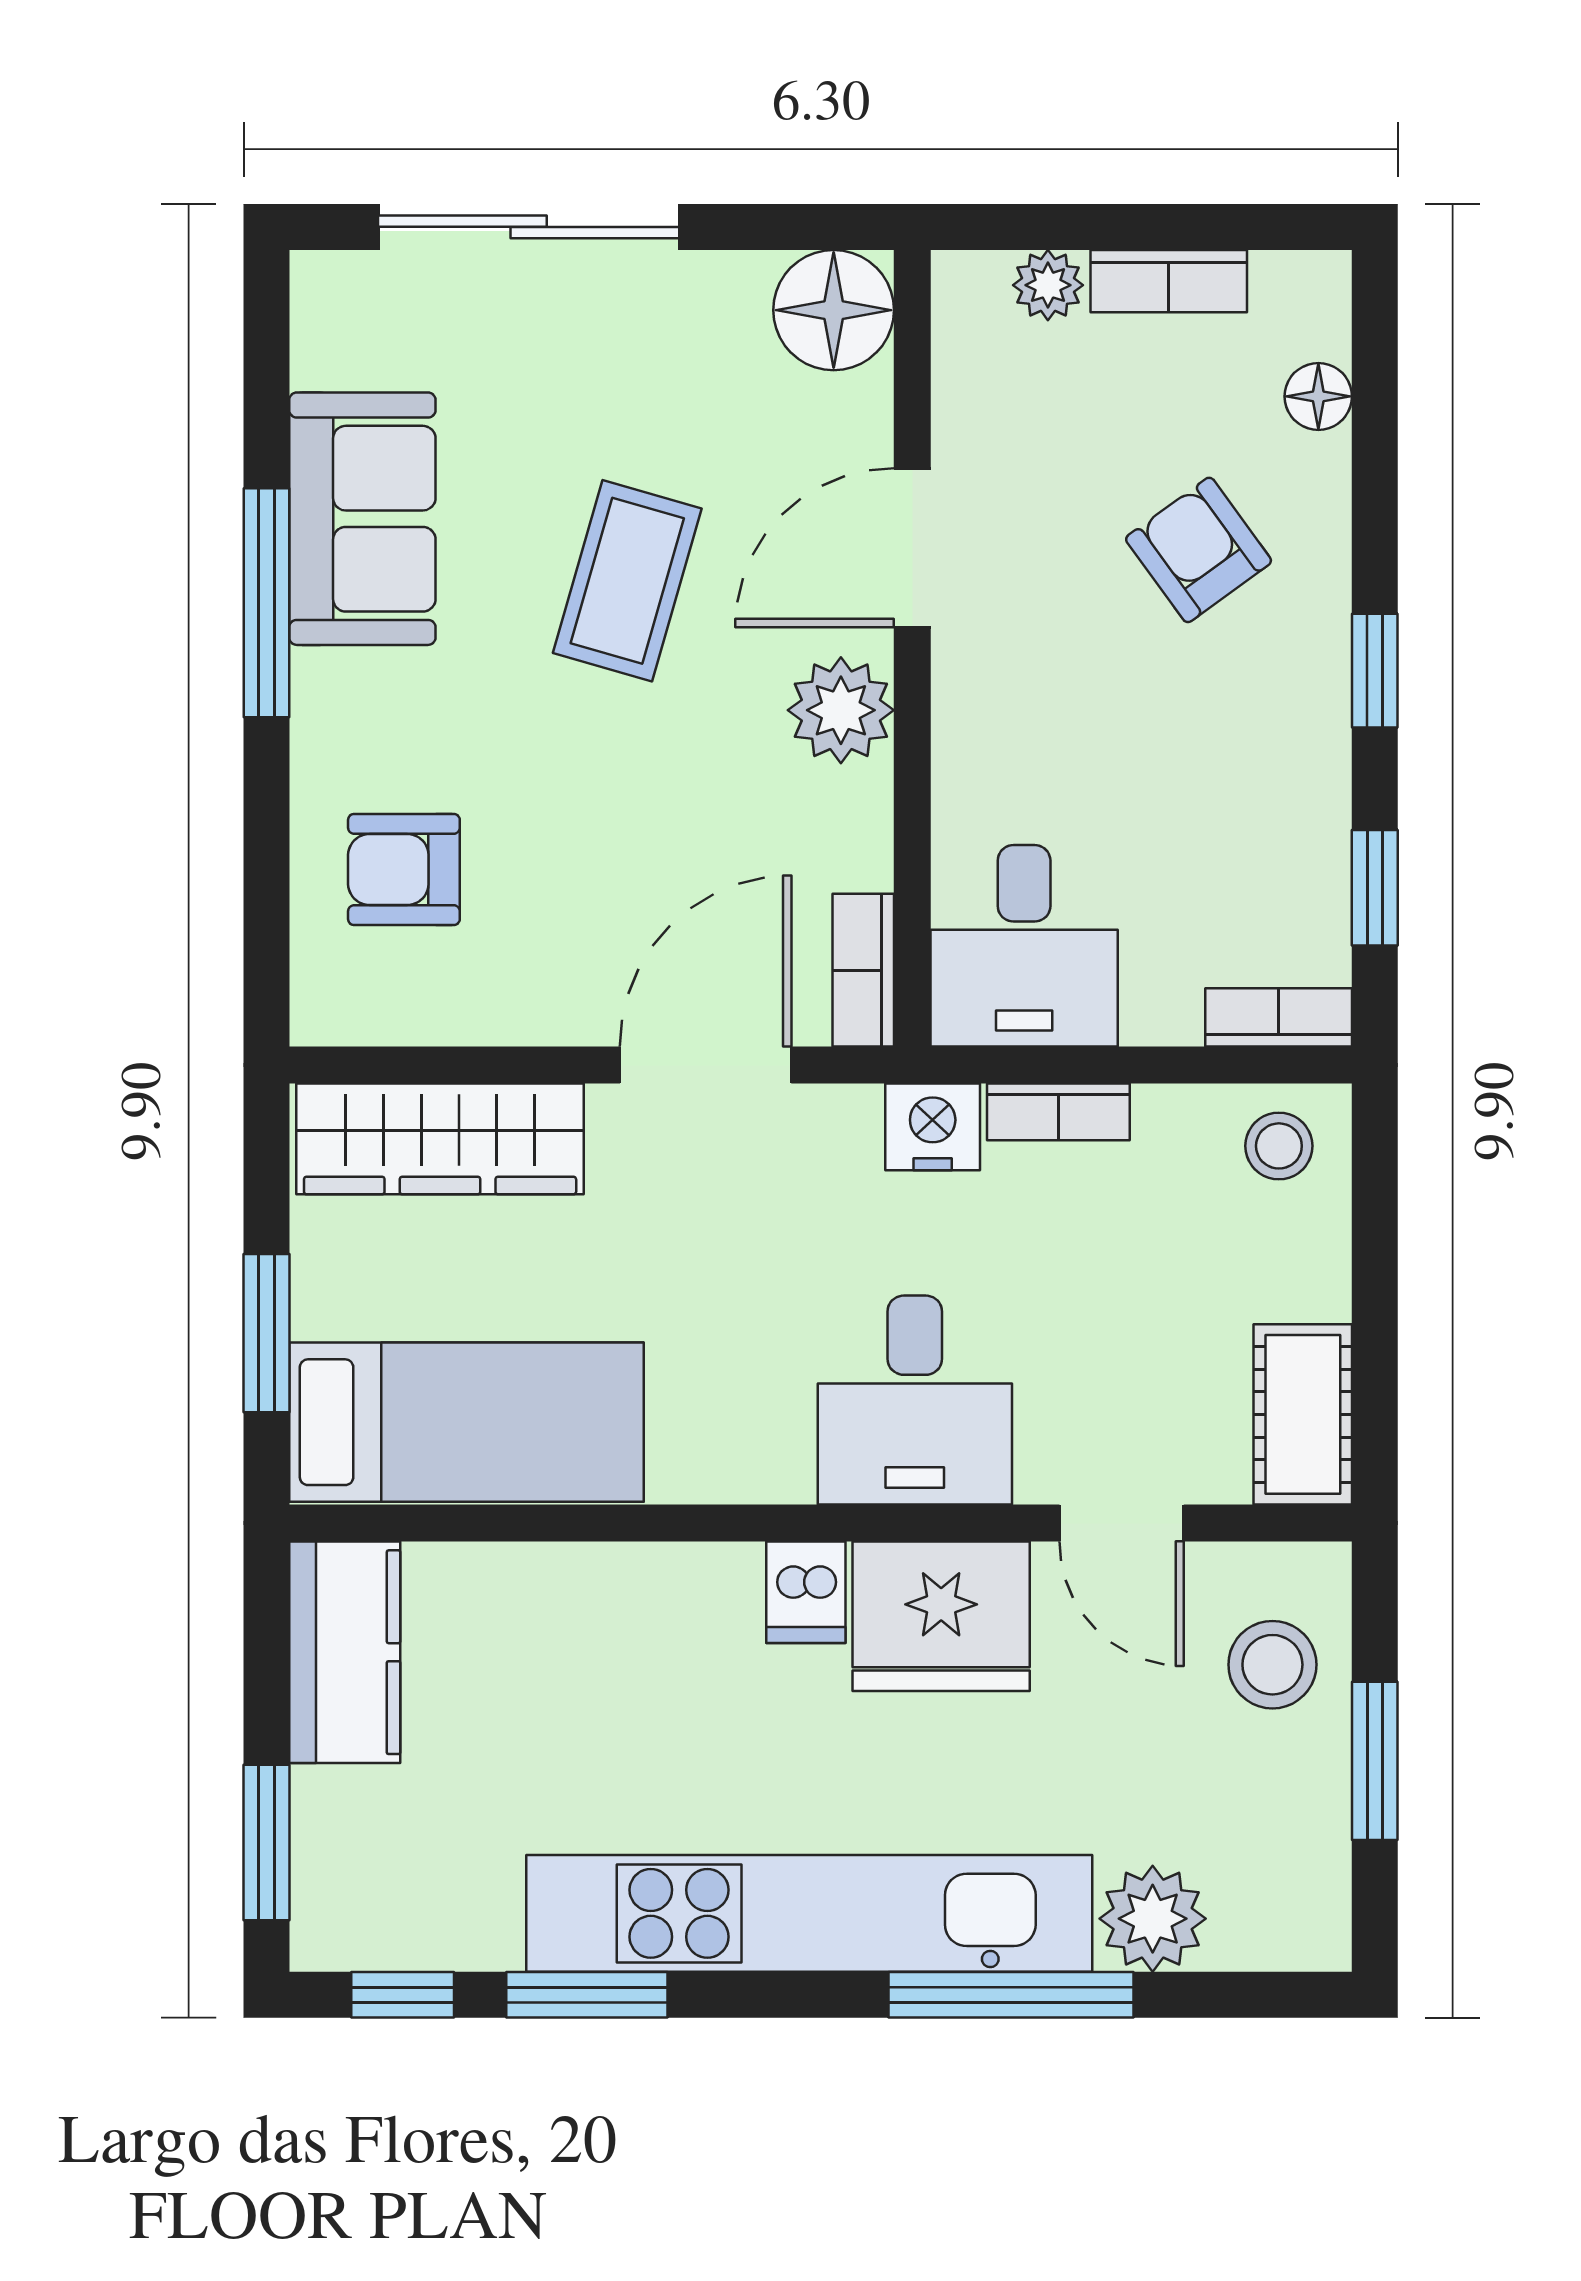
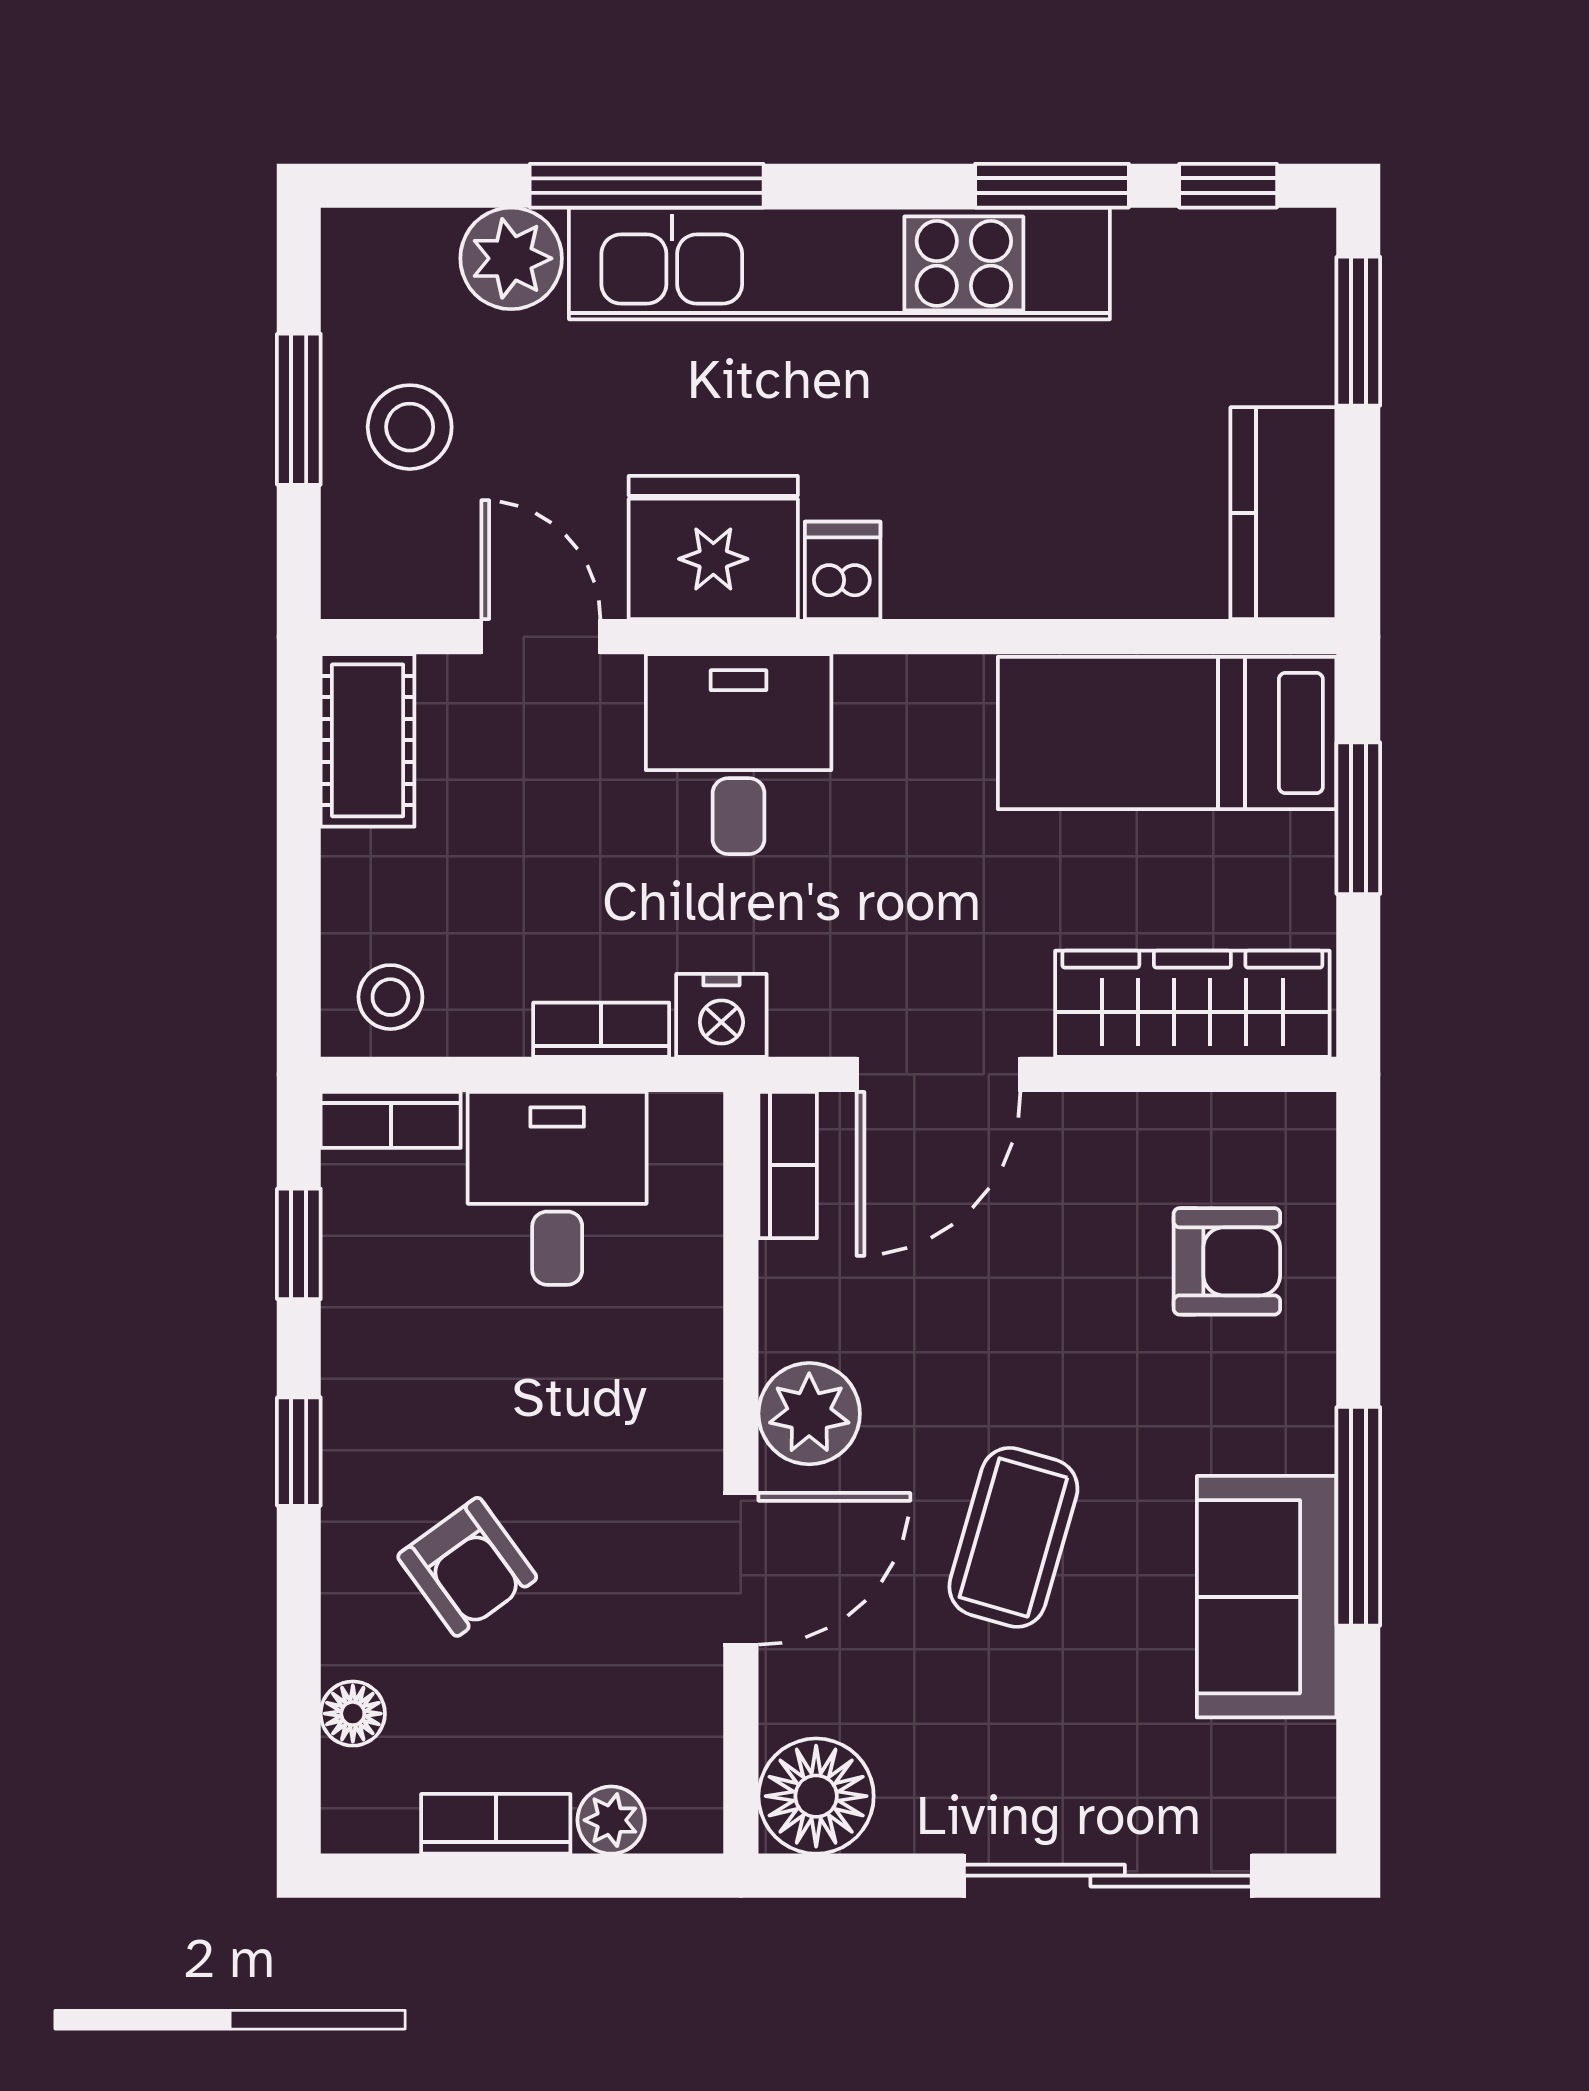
desk: (1024, 946) -> (557, 1188), moved
stool: (1272, 1665) -> (410, 427), moved

